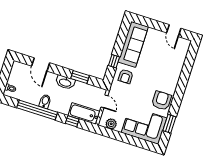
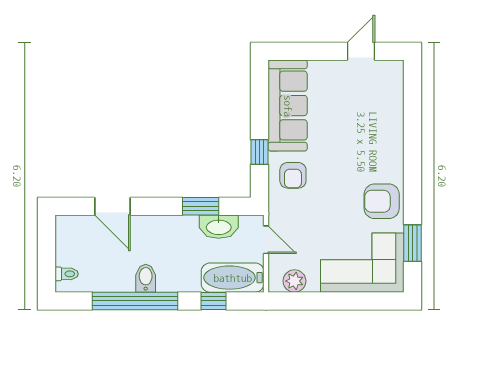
door: (174, 31) -> (361, 51), swing flipped
washbasin: (65, 82) -> (219, 227), moved
armchair: (162, 101) -> (382, 201), turned -90

